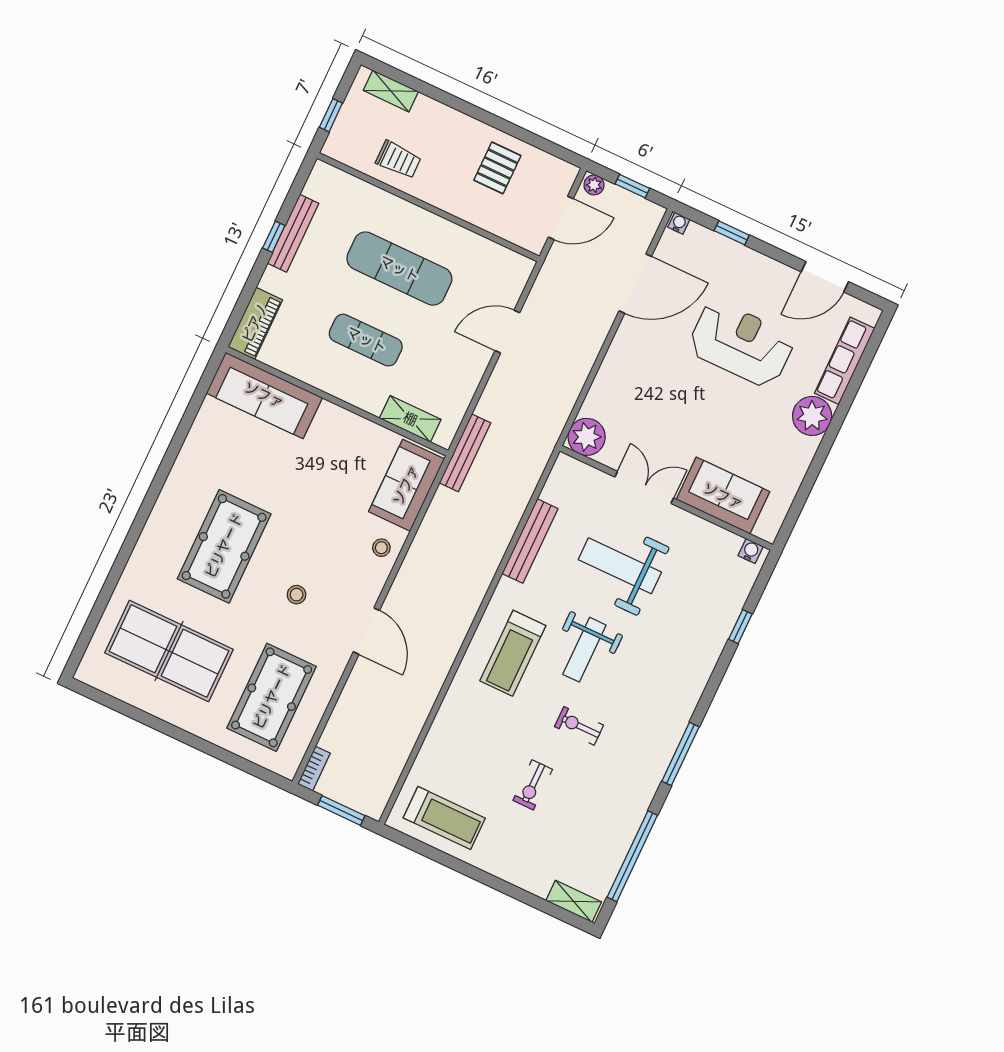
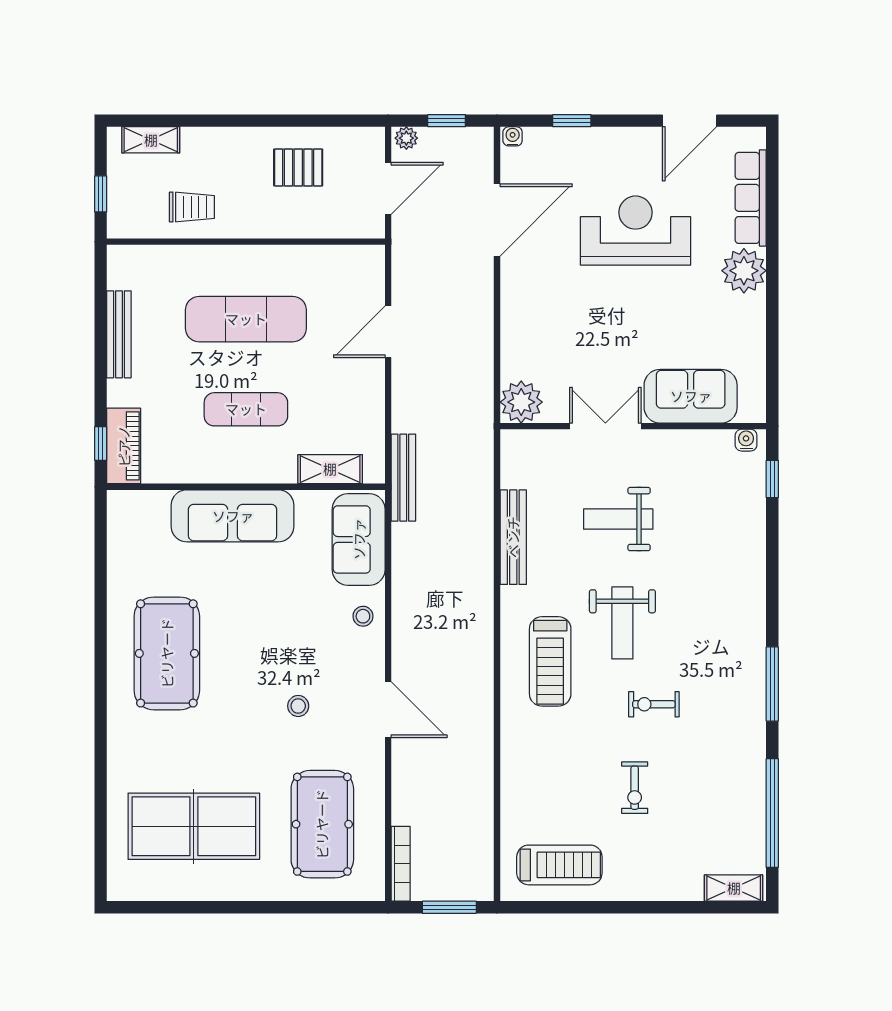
pallet: (497, 168) -> (298, 167), turned 90
window: (274, 237) -> (101, 444), moved
sofa: (264, 395) -> (233, 516), moved
pool table: (224, 546) -> (167, 653), moved
weight bench: (620, 566) -> (618, 519), width x0.73, depth x0.75
window: (740, 627) -> (772, 479), moved
bookcase: (314, 769) -> (401, 864), width x1.56

